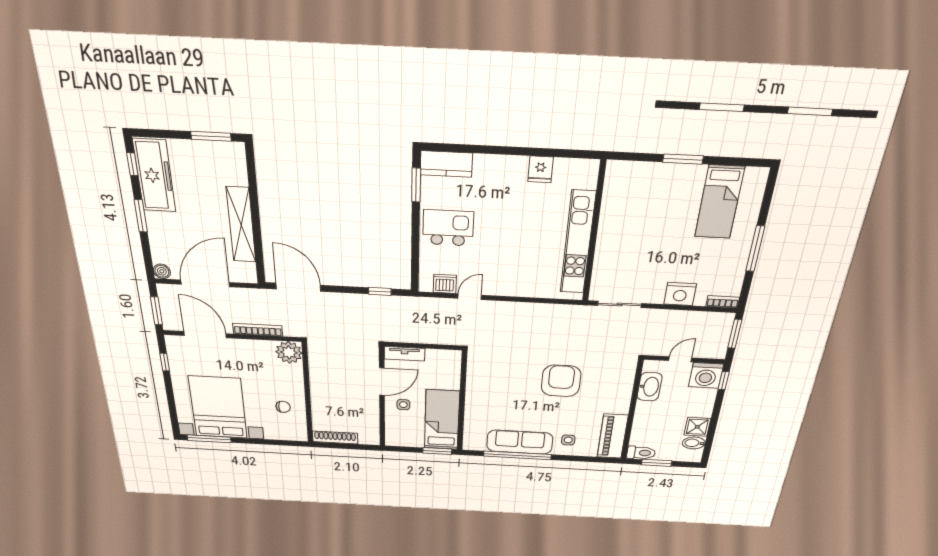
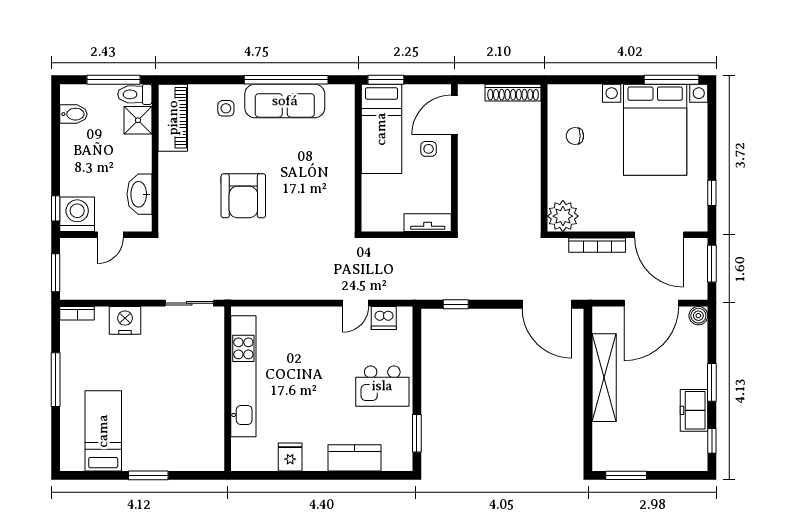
kitchen counter: (446, 164) -> (355, 458), moved
freezer: (154, 176) -> (694, 410), width x0.52, depth x0.79
door: (382, 382) -> (454, 115), moved
shower: (697, 427) -> (138, 120), moved
window: (657, 463) -> (113, 80), width x1.44

